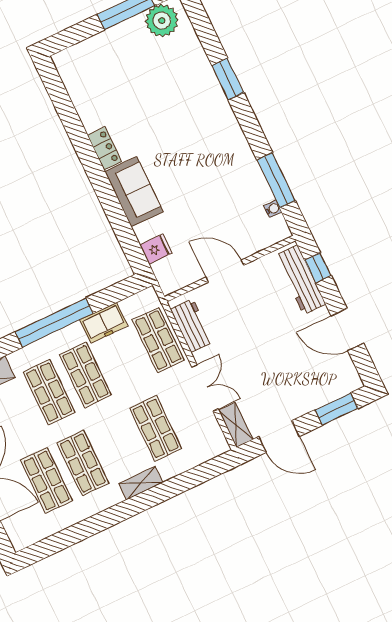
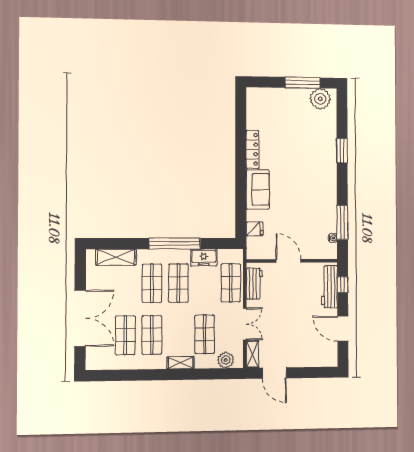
locker: (104, 148) -> (252, 149), width x1.53
window: (336, 409) -> (315, 372), removed
plant: (202, 450) -> (226, 360), added

